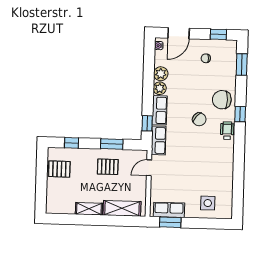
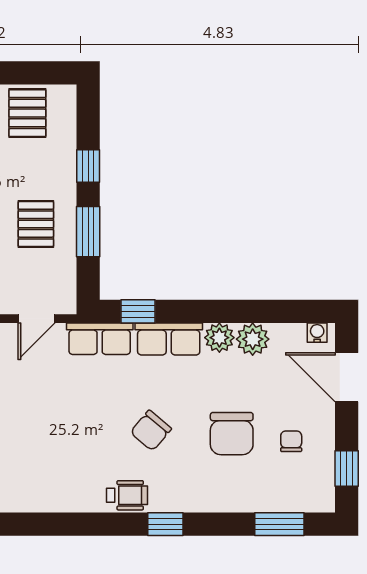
chair: (222, 100) -> (232, 434), moved, turned 180
window: (72, 143) -> (88, 166), moved
door: (149, 168) -> (36, 319), swing flipped

